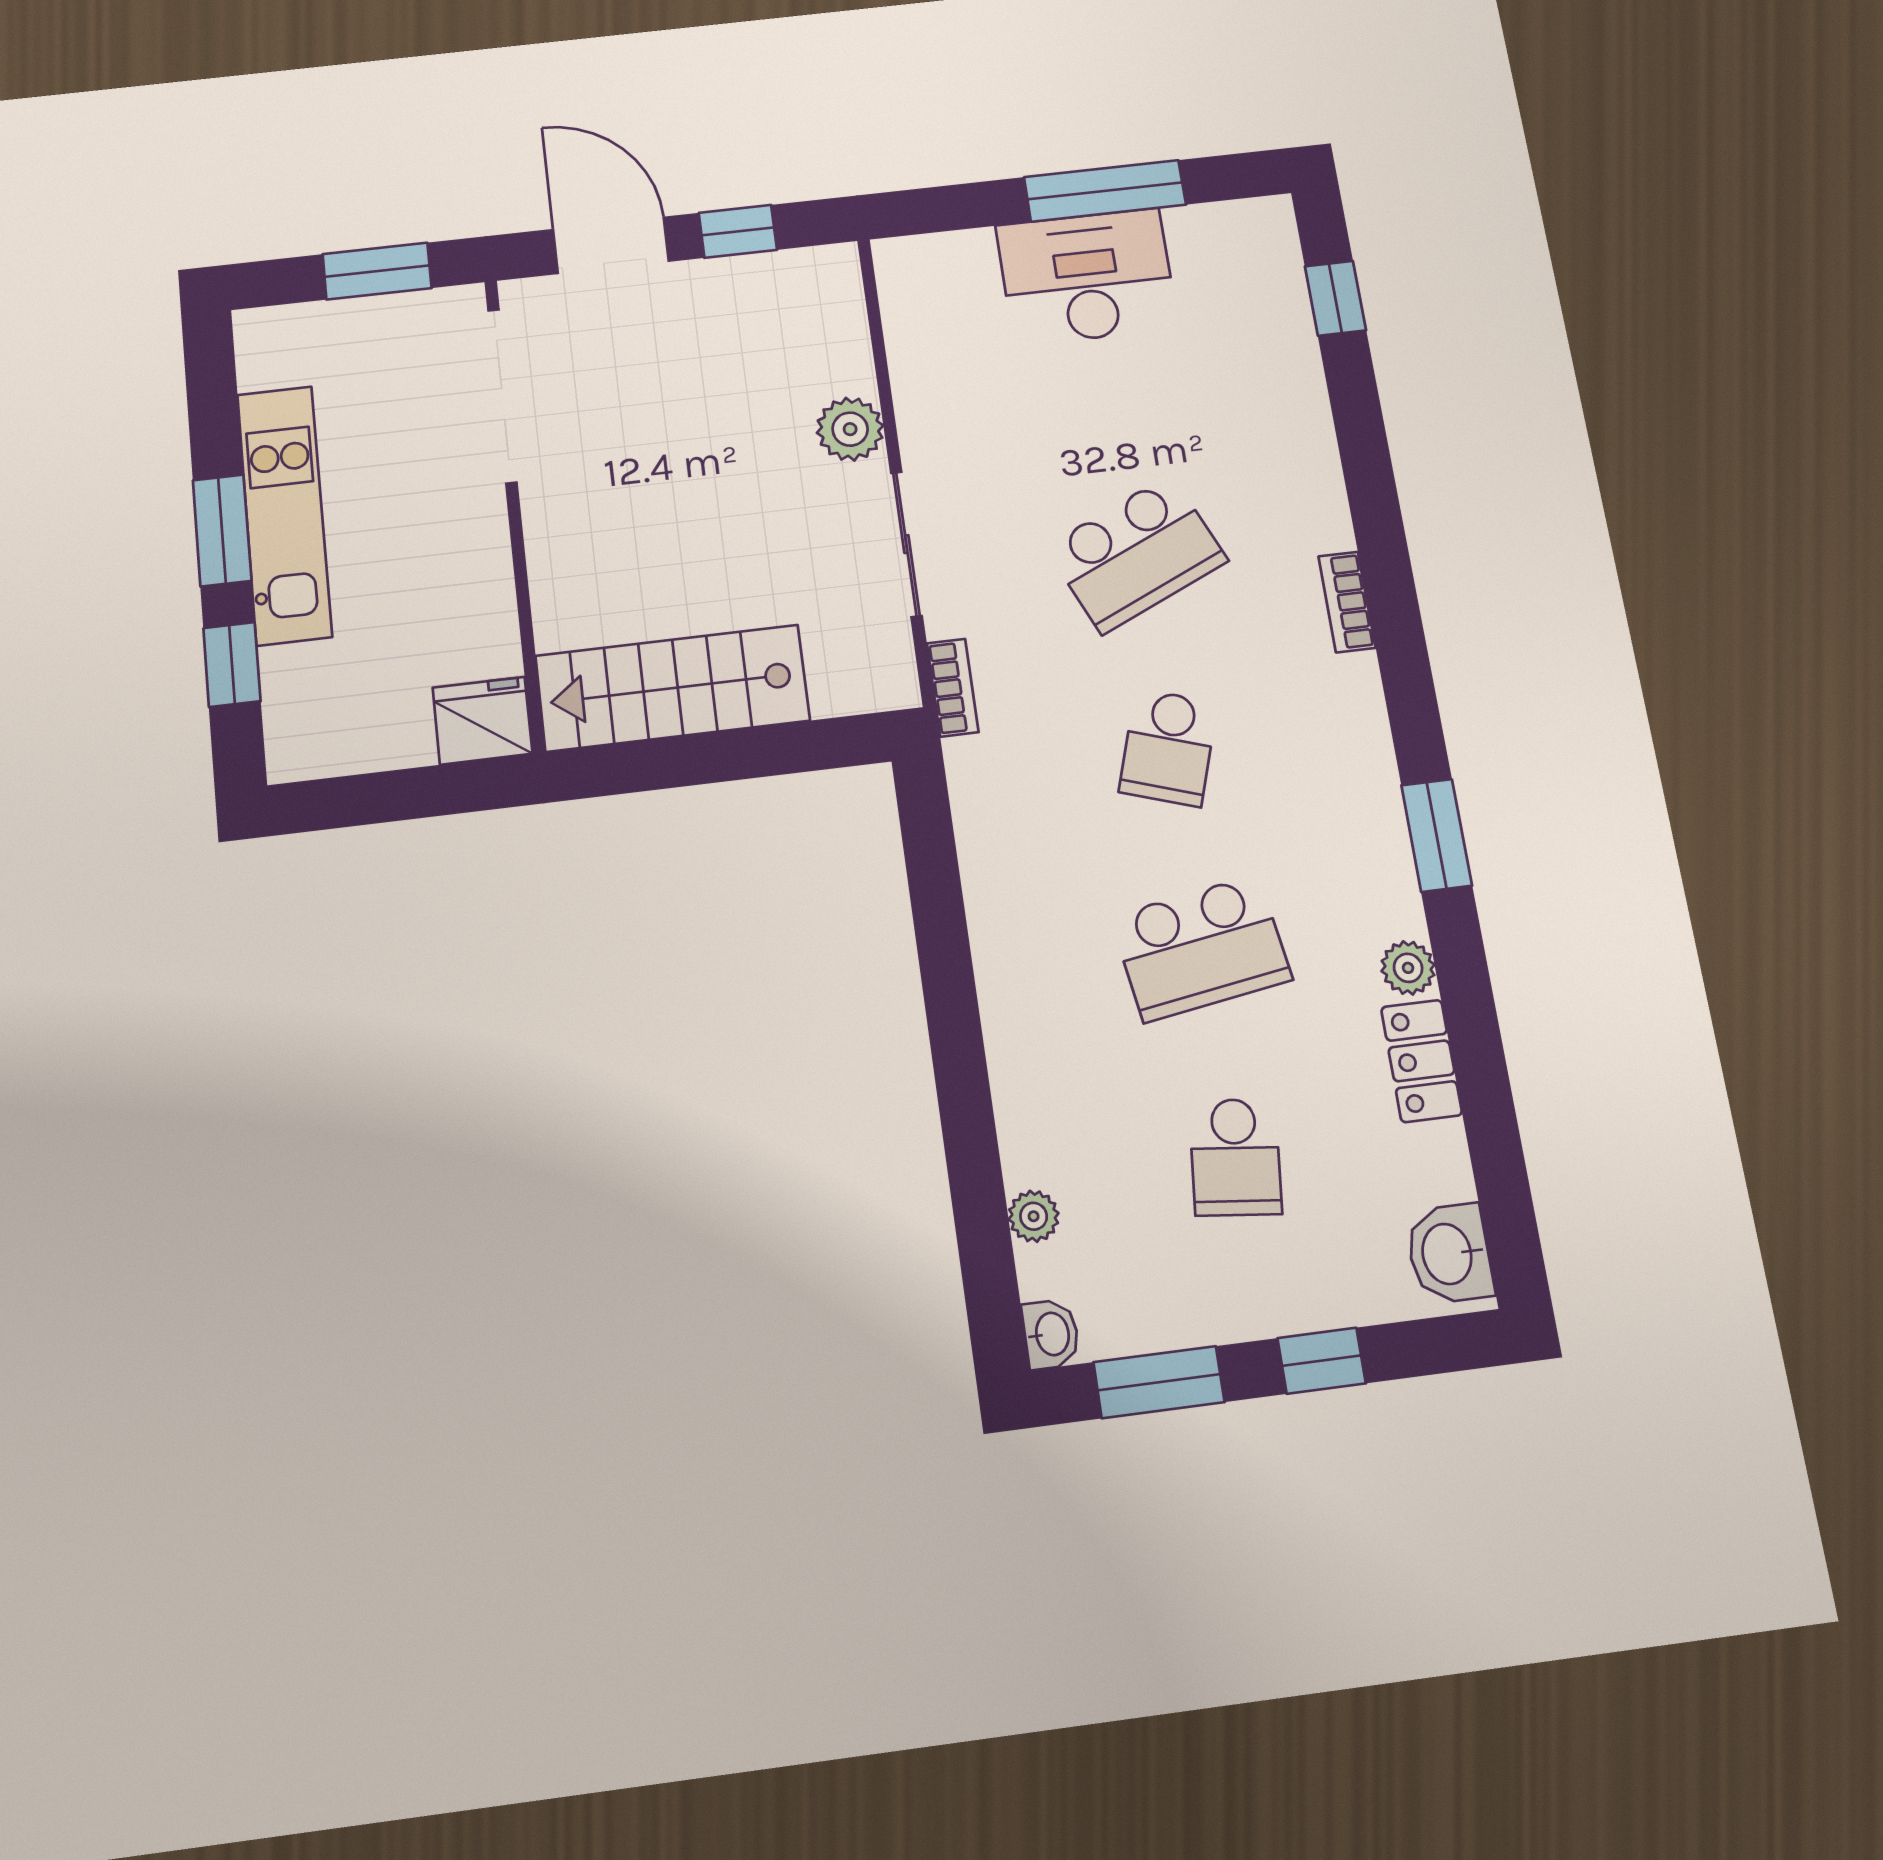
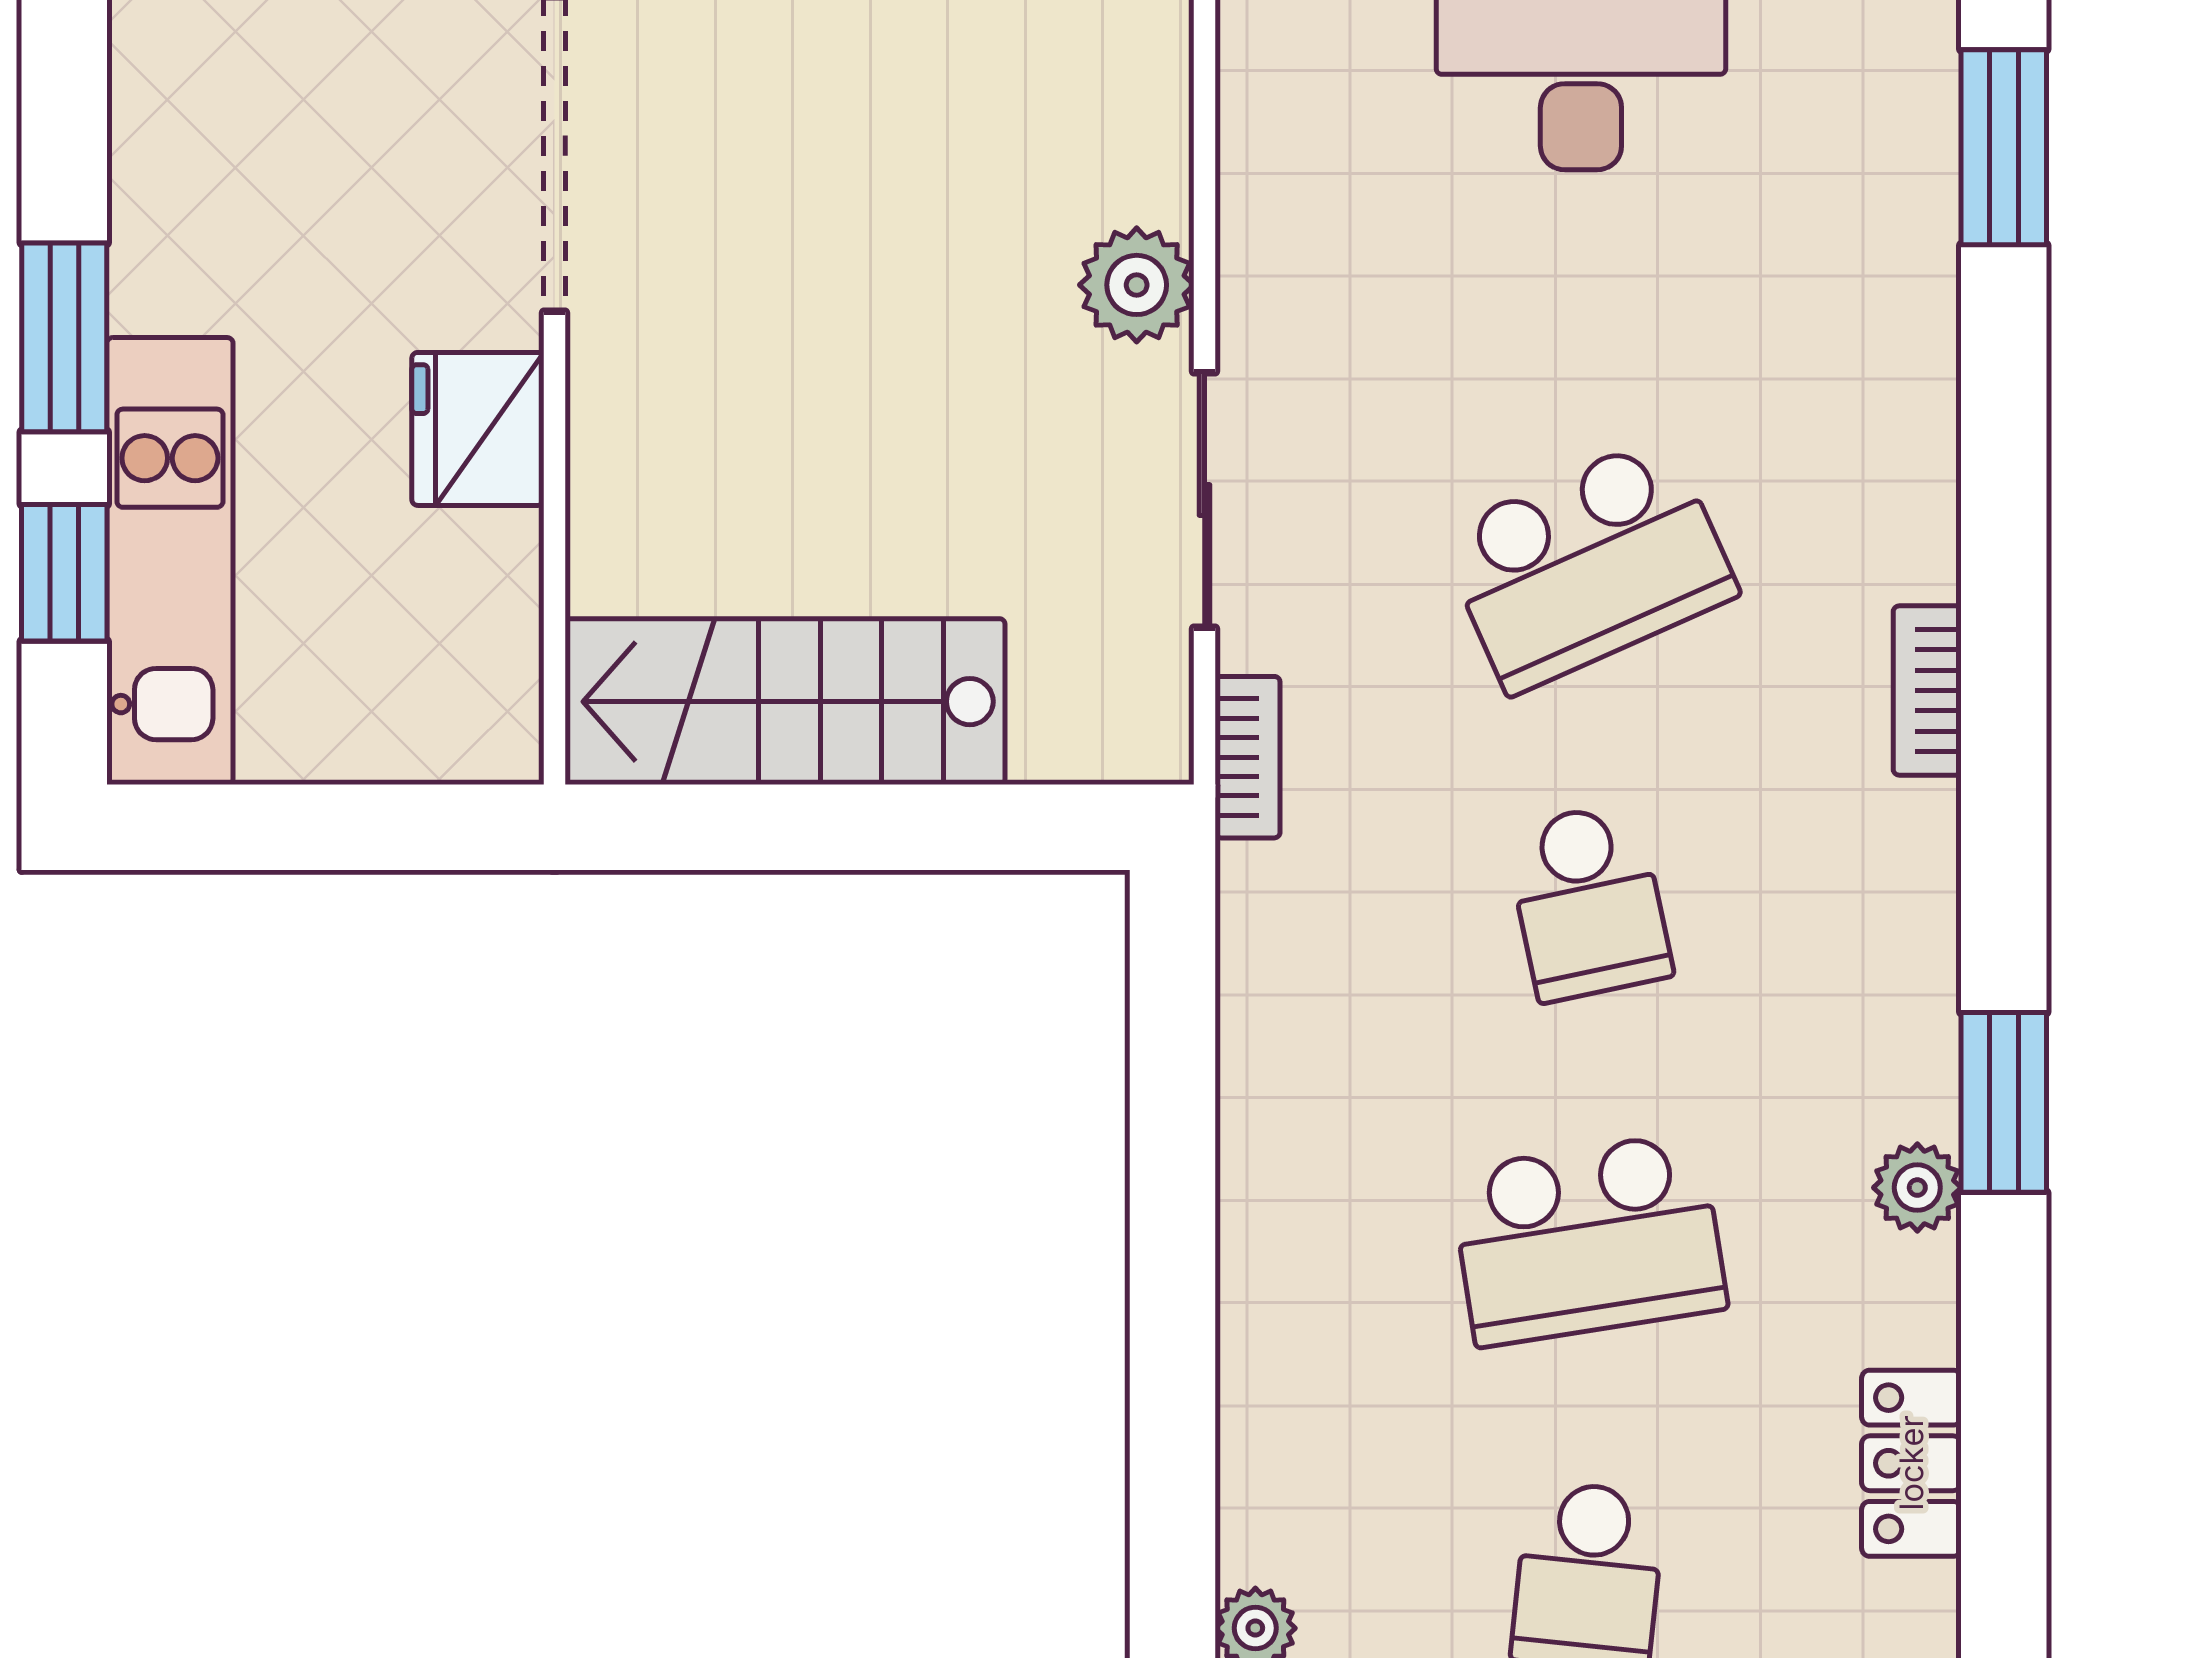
window: (1335, 298) -> (2004, 147), width x1.50
kitchen unit: (284, 515) -> (170, 561), moved
fridge: (482, 721) -> (478, 429), moved, turned -90
school desk: (1168, 747) -> (1588, 902), turned -30
plant: (1408, 968) -> (1917, 1188), moved

